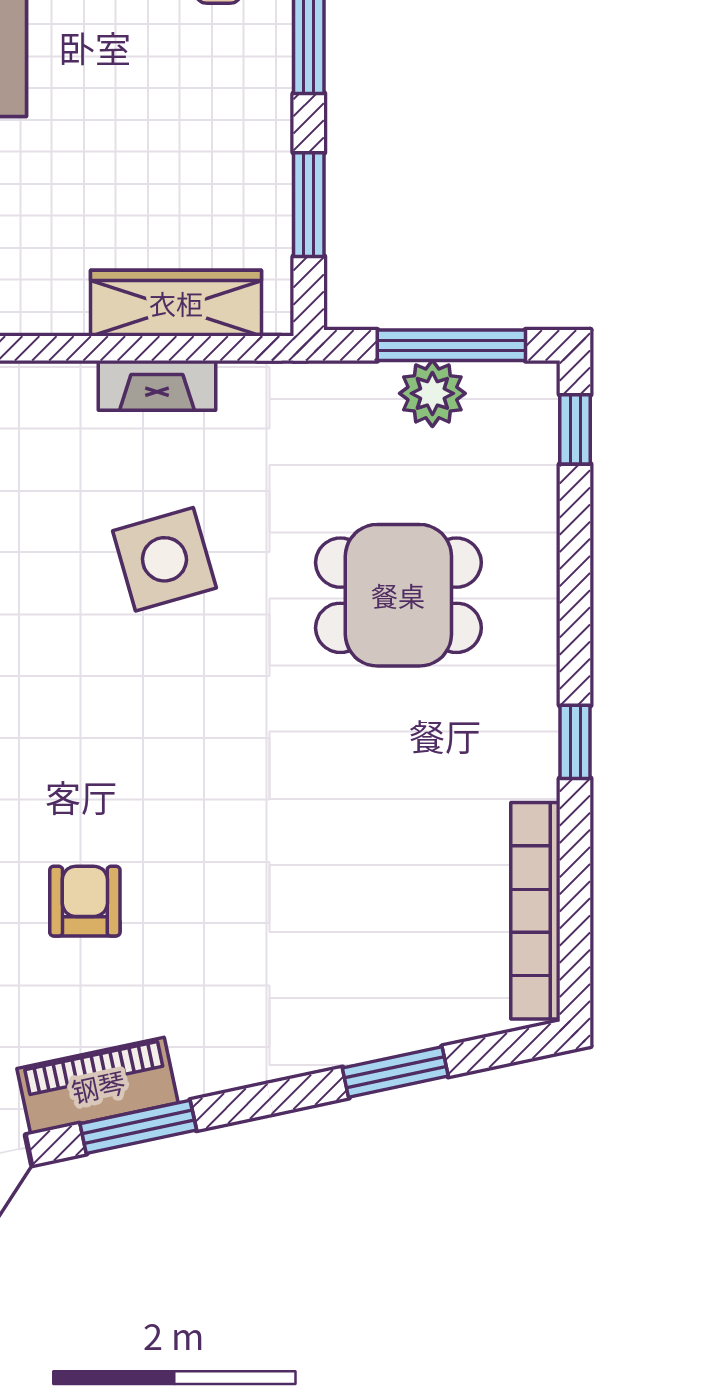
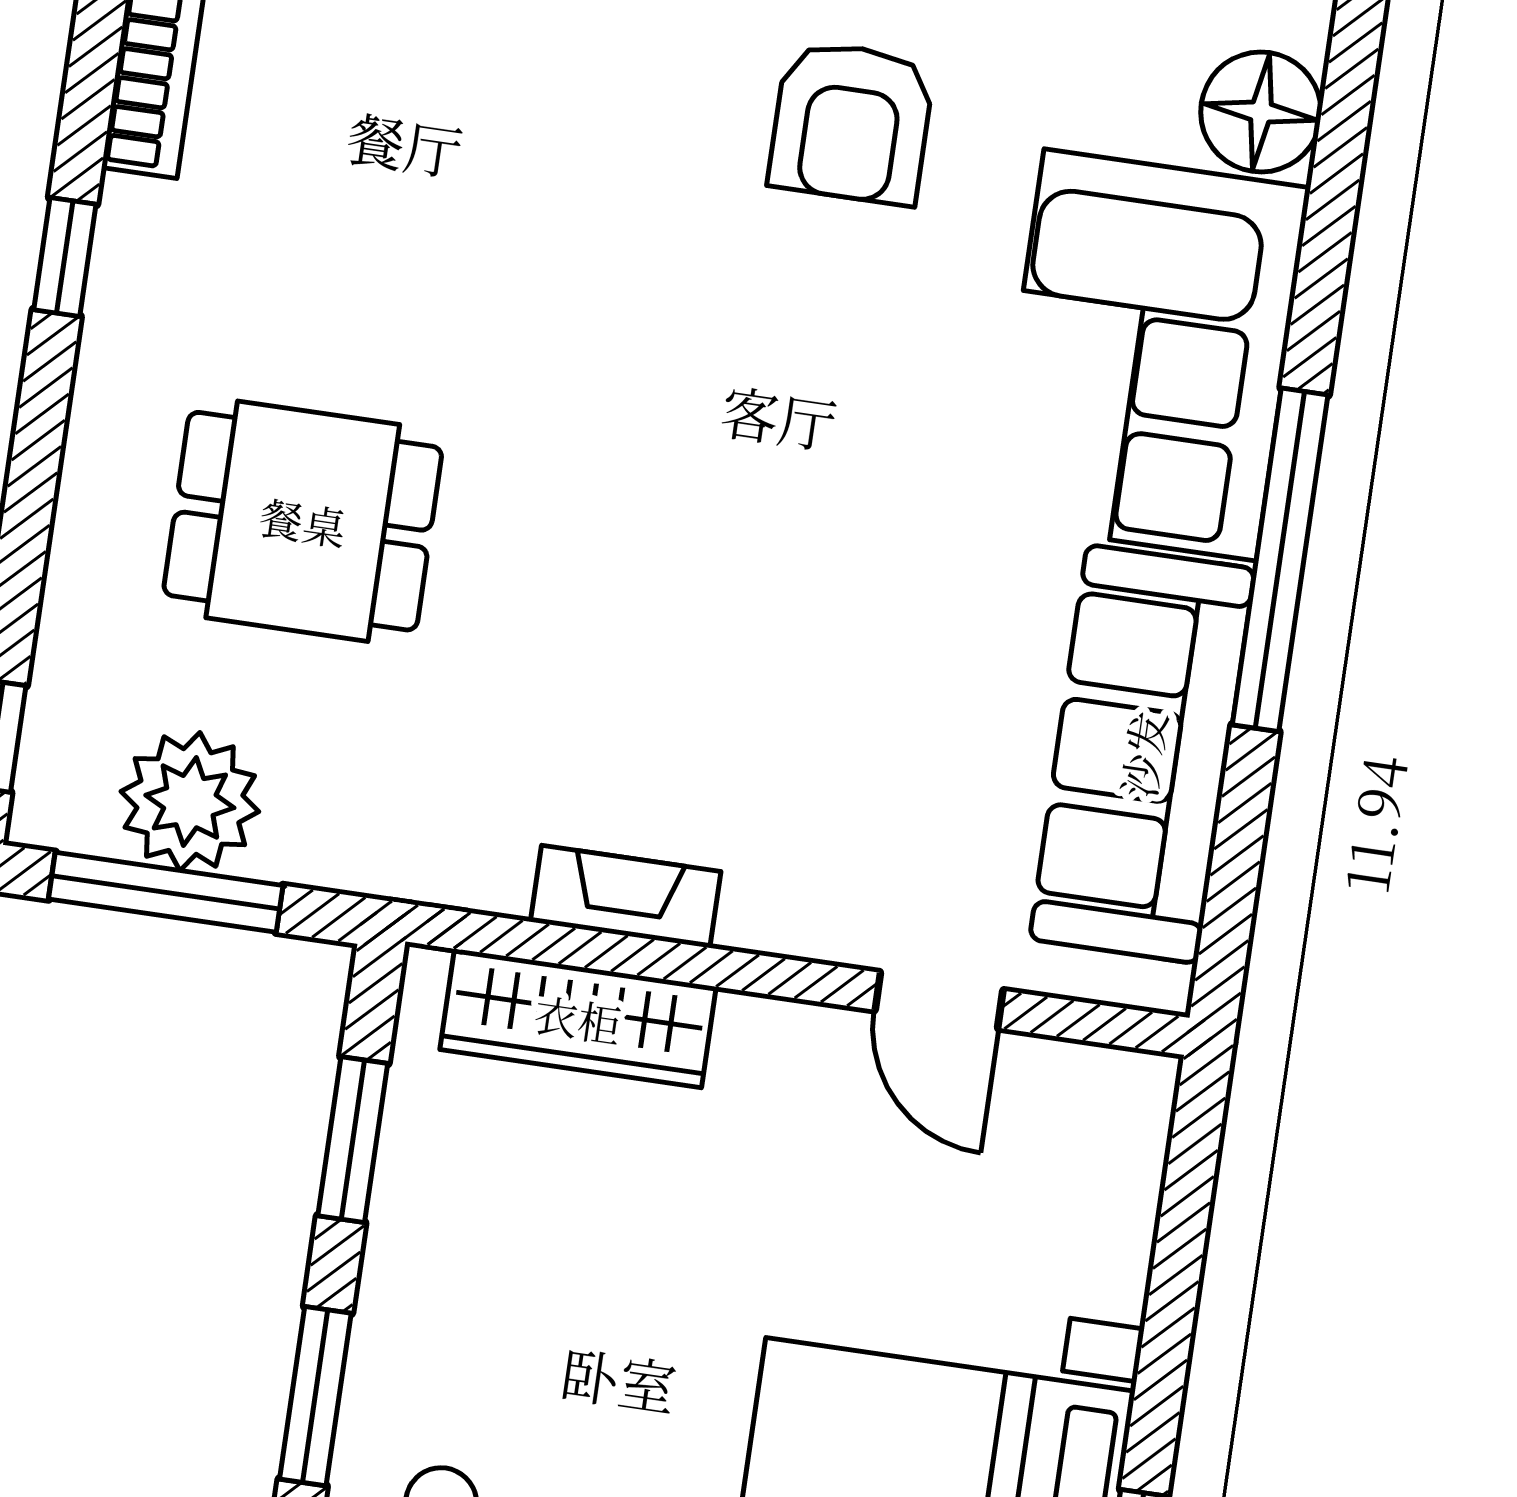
plant: (432, 393) -> (190, 802), width x1.36, depth x1.36
side table: (164, 559) -> (653, 628), removed
armchair: (85, 901) -> (851, 123), width x1.38, depth x1.38

